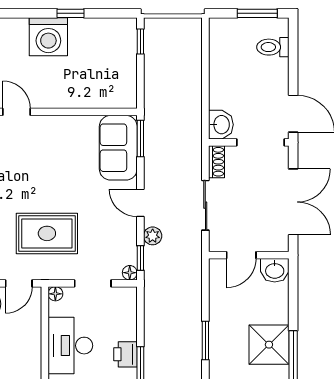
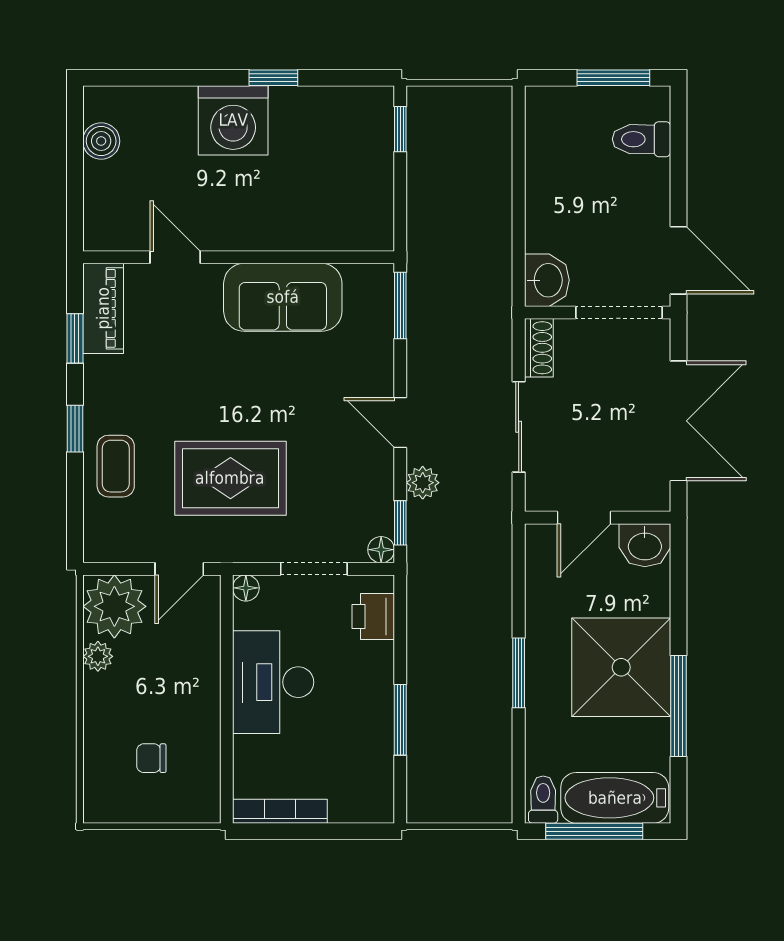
sofa: (118, 148) -> (283, 297), moved, turned -90
shower: (269, 345) -> (621, 667), width x1.37, depth x1.37
printer: (125, 354) -> (373, 617), moved

